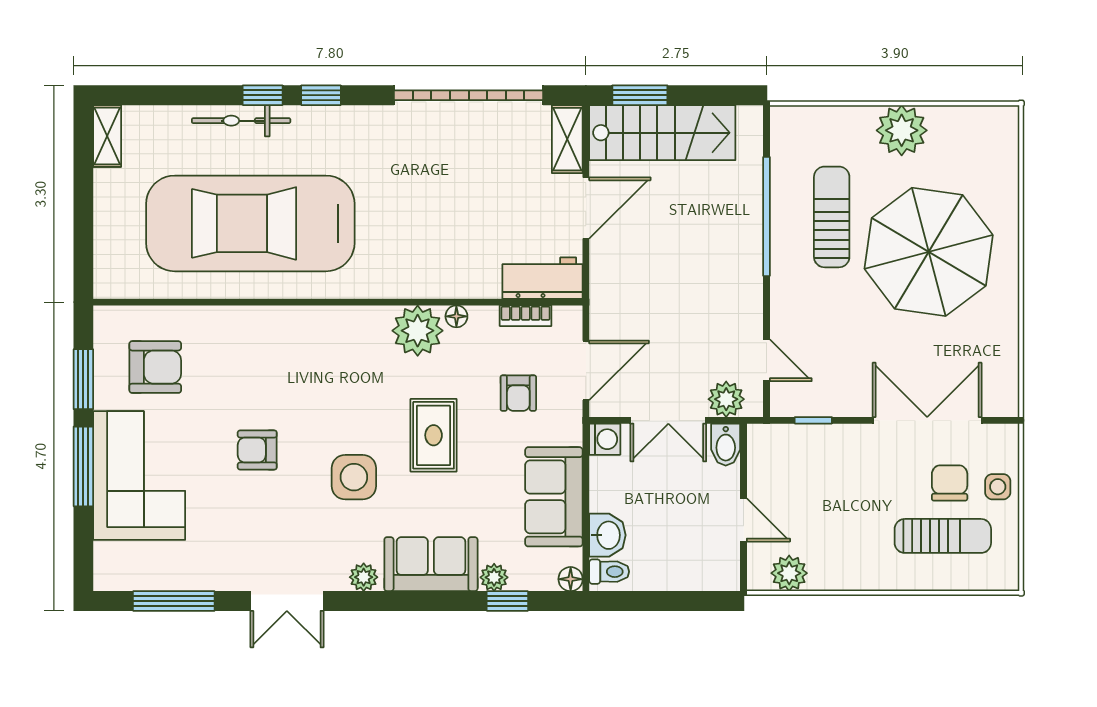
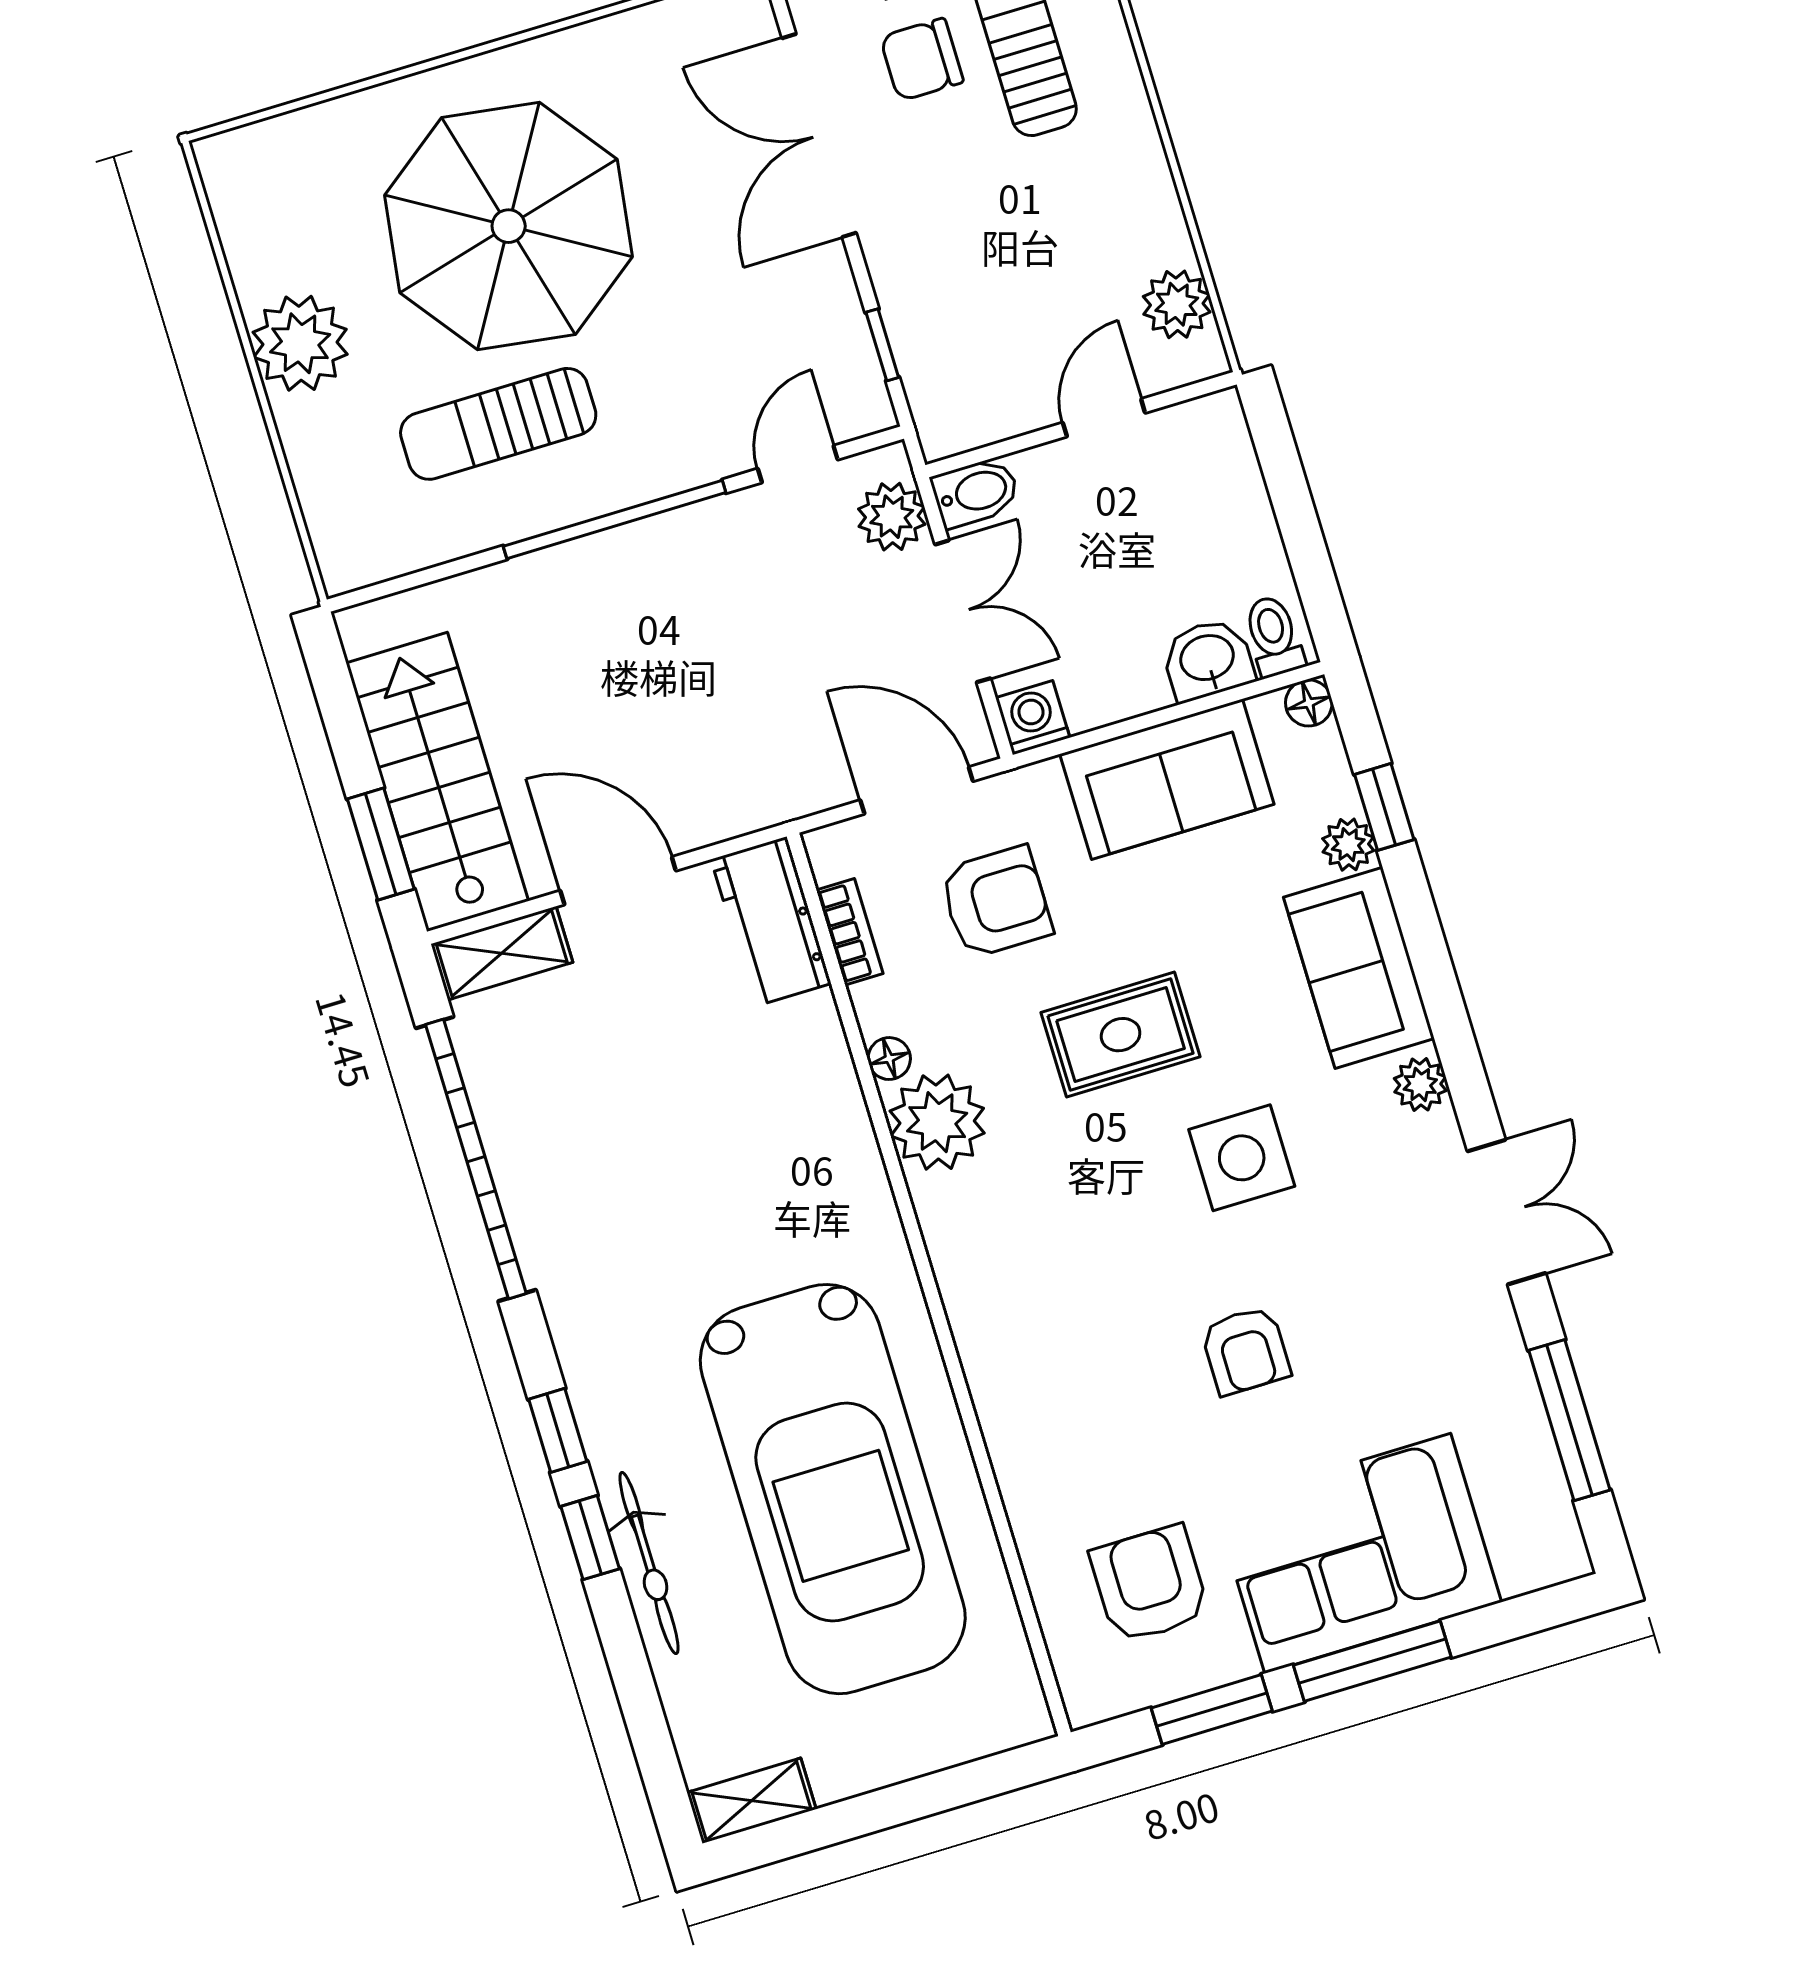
window: (767, 216) -> (615, 519), moved
armchair: (518, 393) -> (996, 902), width x1.38, depth x1.38

